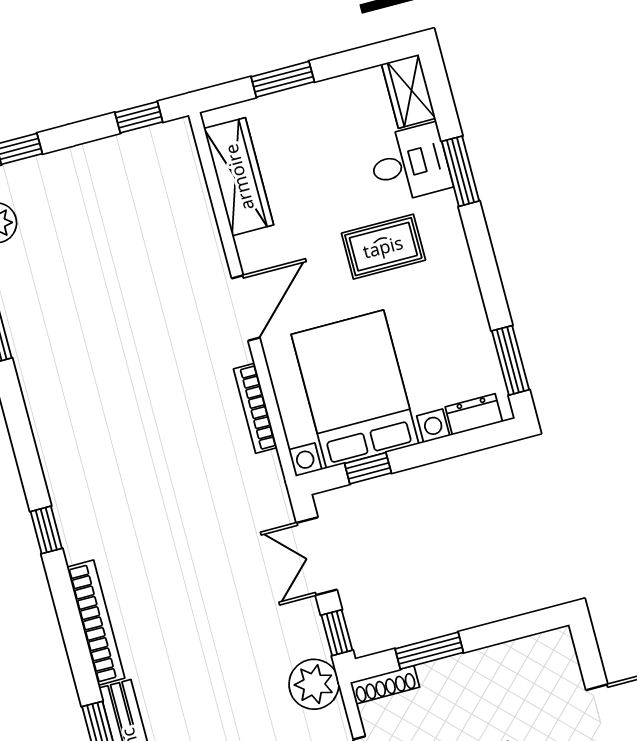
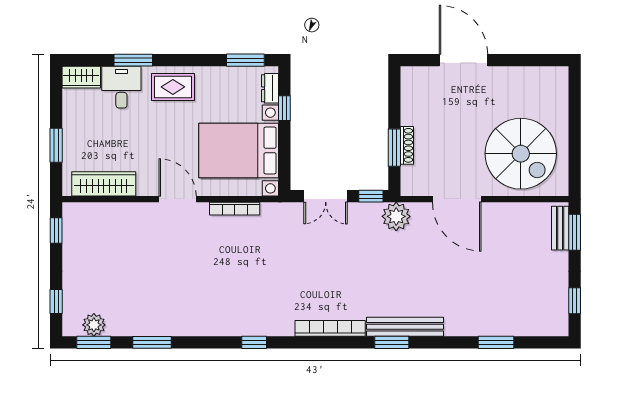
rug: (383, 247) -> (173, 87), moved, turned 90
window: (368, 468) -> (284, 108), moved
window: (46, 530) -> (254, 342), moved
shoe rack: (385, 685) -> (407, 145), moved

